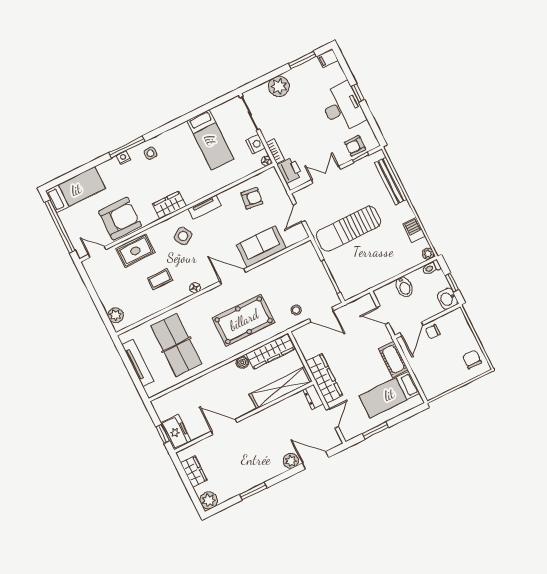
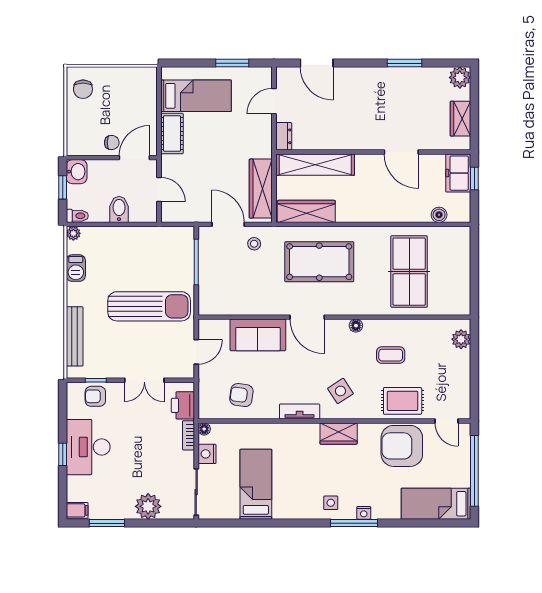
armchair: (355, 146) -> (95, 396), turned 180
boiler: (242, 362) -> (439, 215), moved
tv unit: (138, 363) -> (463, 273), removed
wardrobe: (324, 378) -> (261, 189), moved
plant: (291, 461) -> (345, 76), removed

